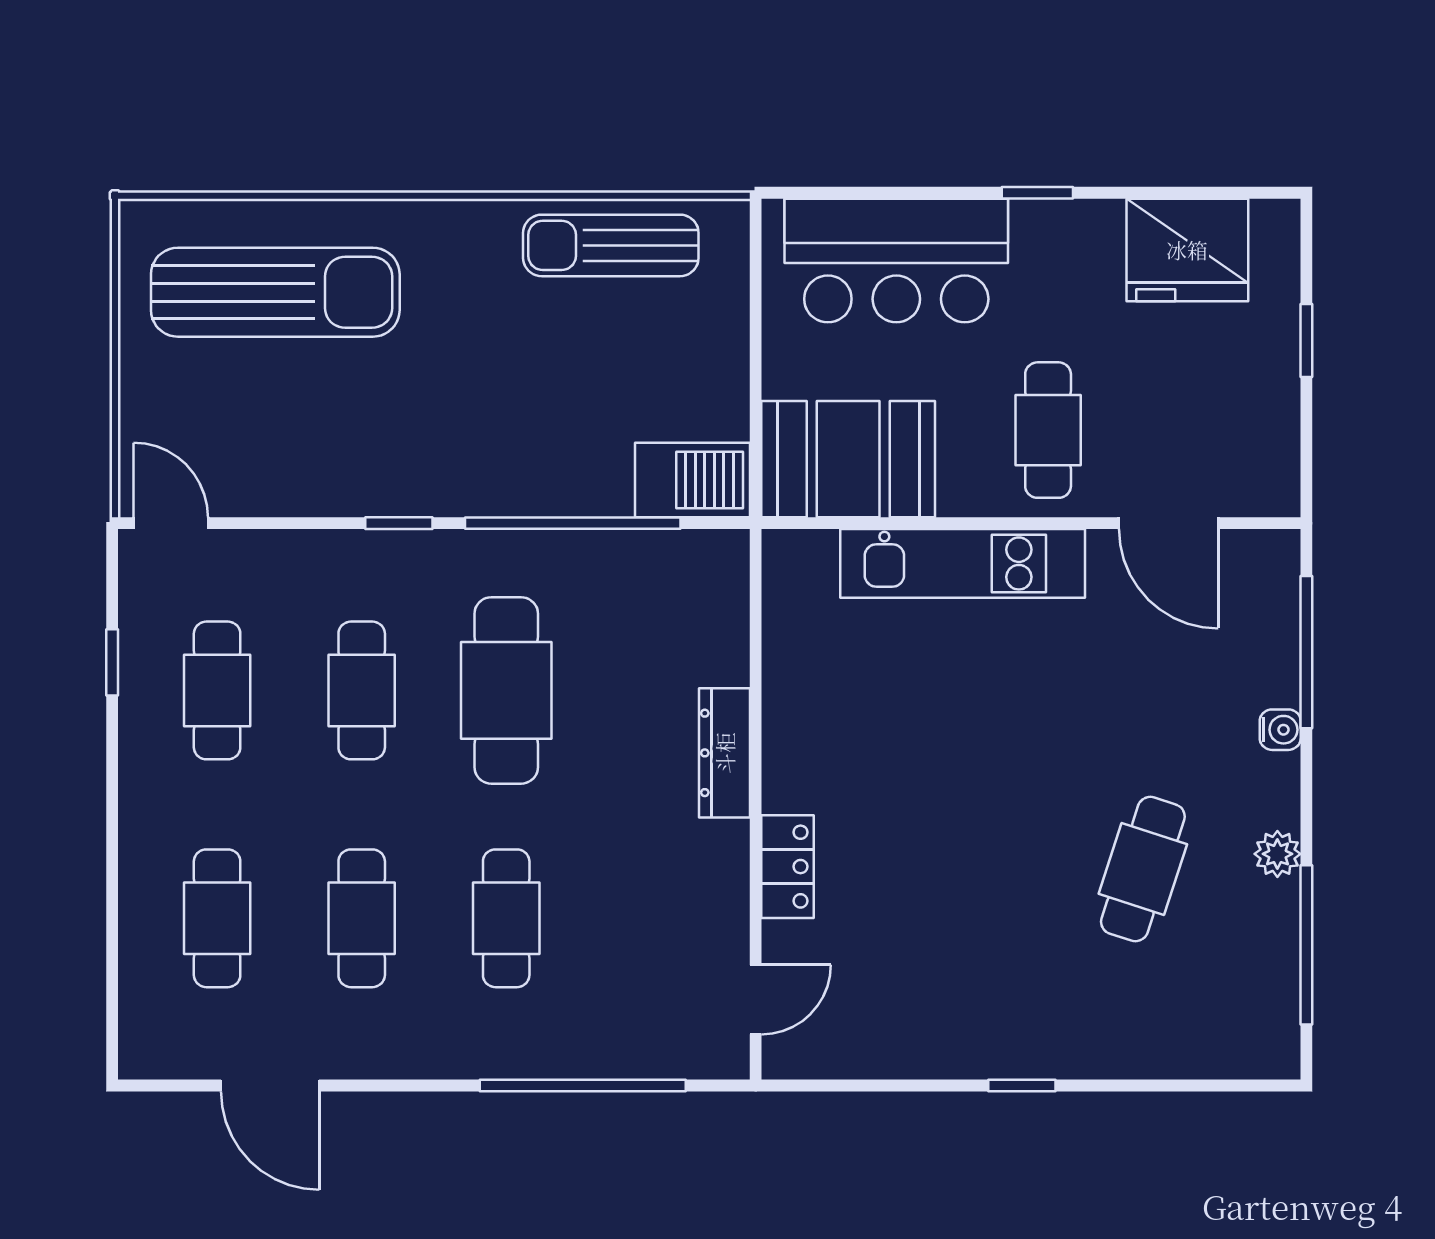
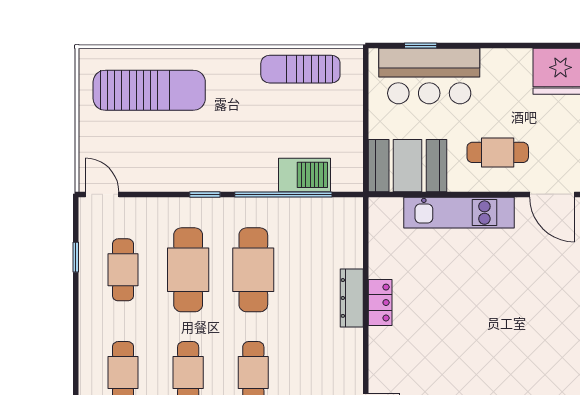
window: (1037, 193) -> (421, 45), moved
cafe table: (1048, 430) -> (498, 152), turned 90
barbecue: (693, 480) -> (305, 175), moved
cafe table: (362, 690) -> (188, 270), width x1.37, depth x1.35
locker: (787, 867) -> (380, 303), moved
cafe table: (1143, 869) -> (540, 350), removed

